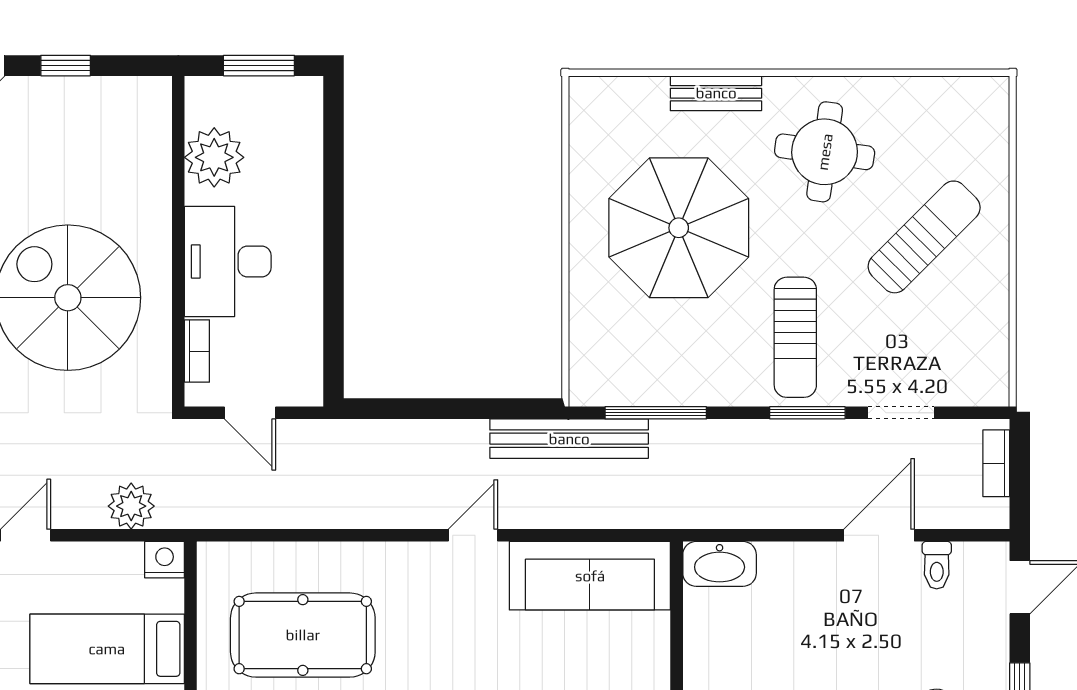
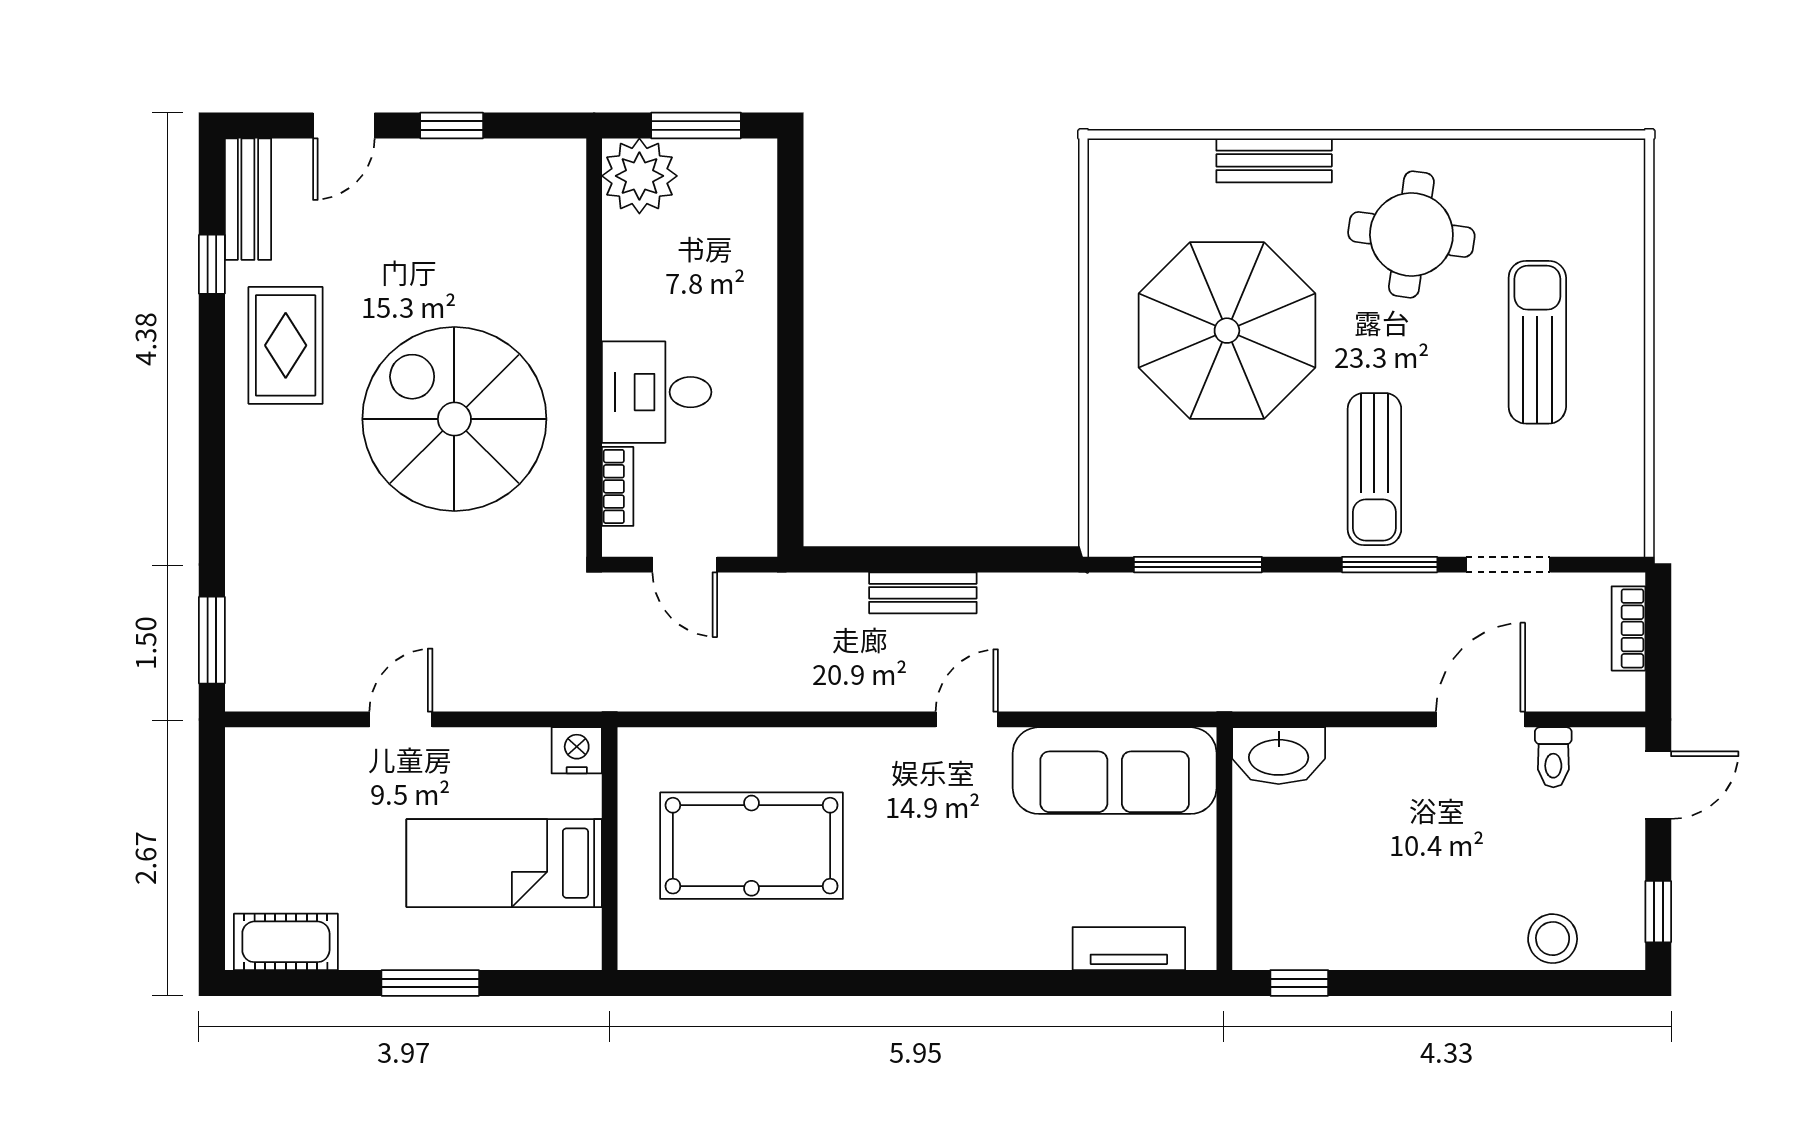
plant: (214, 157) -> (639, 176), moved
sun lounger: (924, 237) -> (1537, 342), turned -45
desk: (228, 261) -> (657, 392), width x0.73
bench: (569, 439) -> (923, 593), moved, width x0.54, depth x0.82
plant: (131, 506) -> (535, 682), removed

